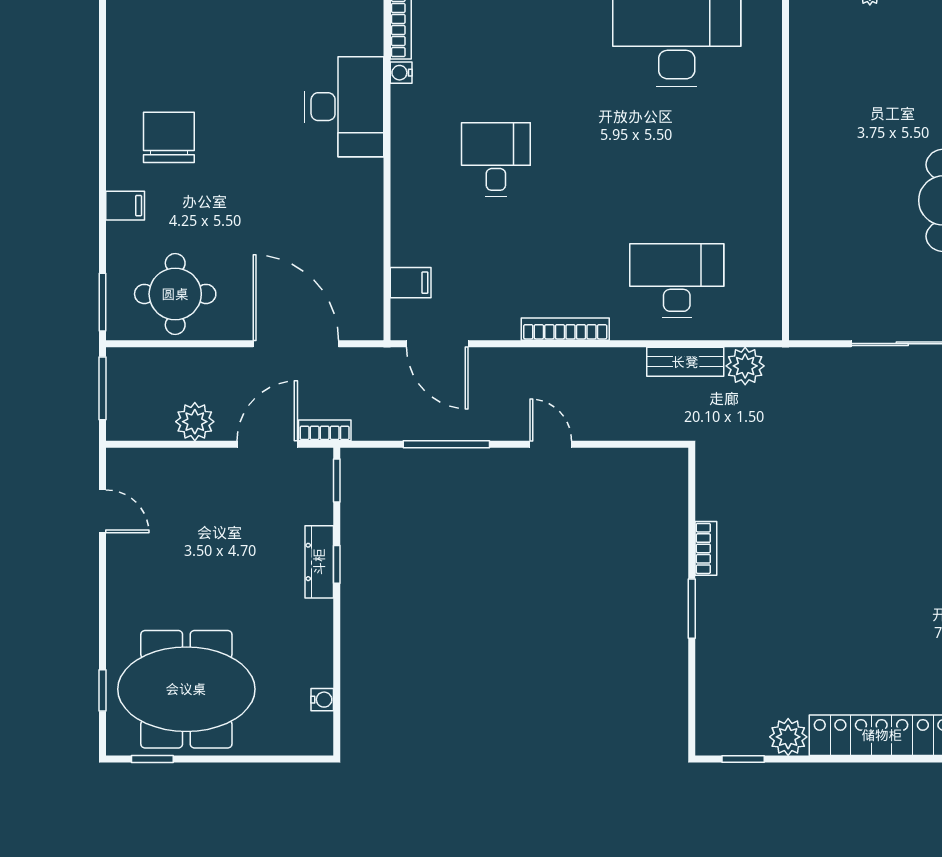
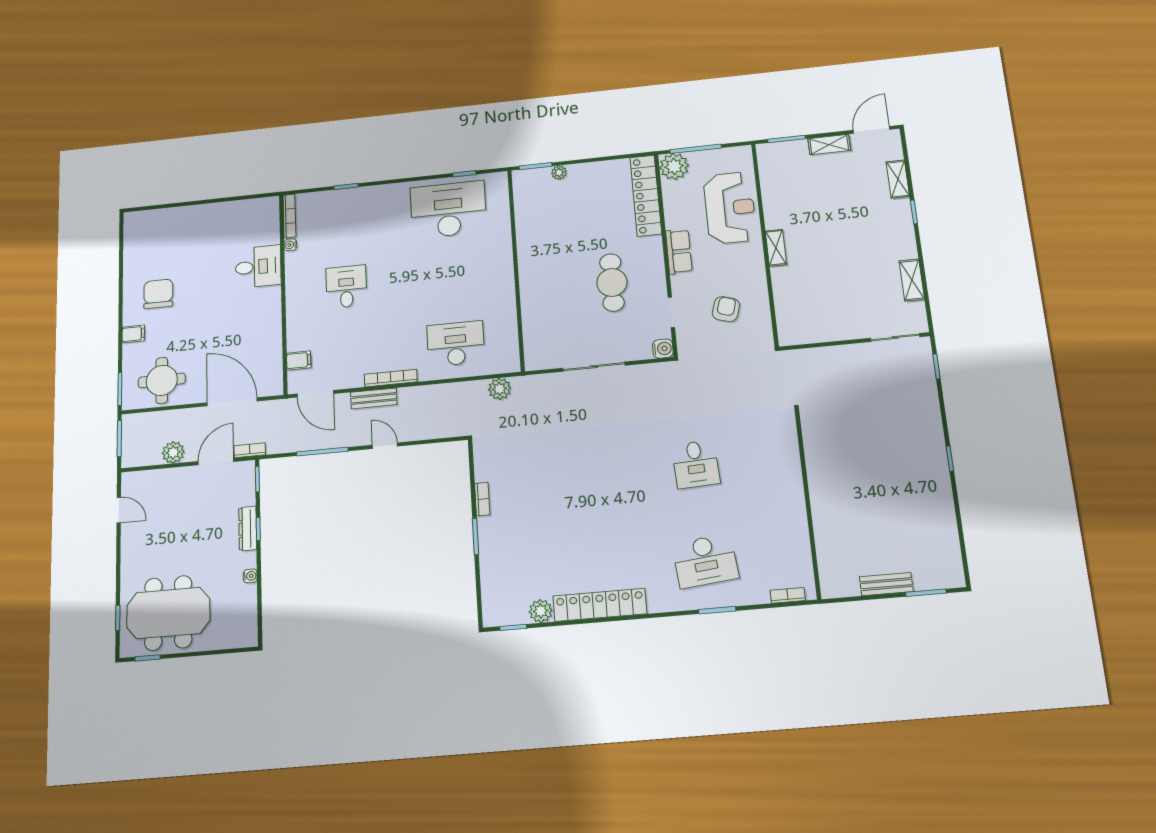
desk: (344, 107) -> (258, 267), width x0.73
bench: (685, 362) -> (374, 398), moved
water cooler: (322, 700) -> (250, 576), moved

